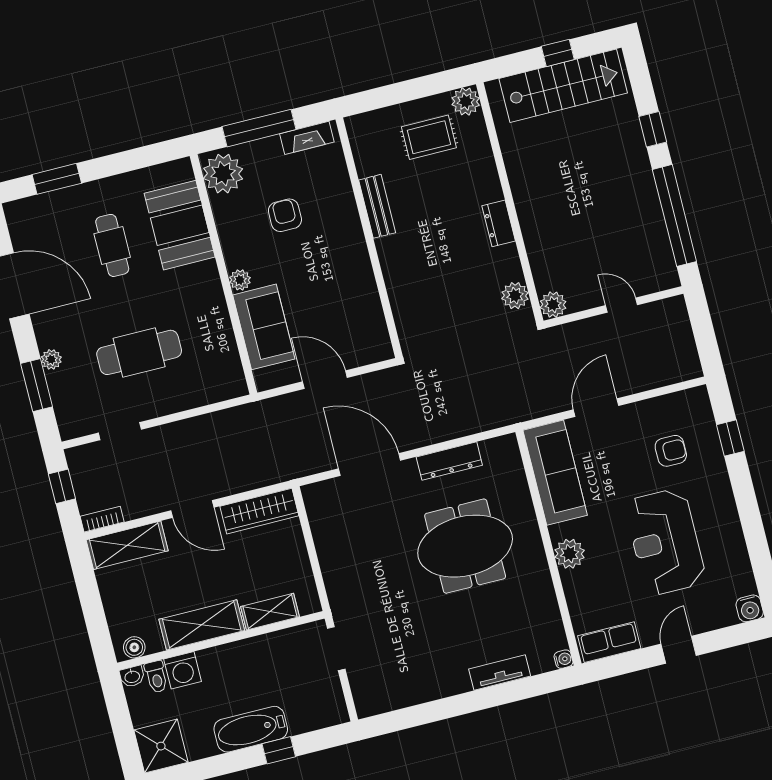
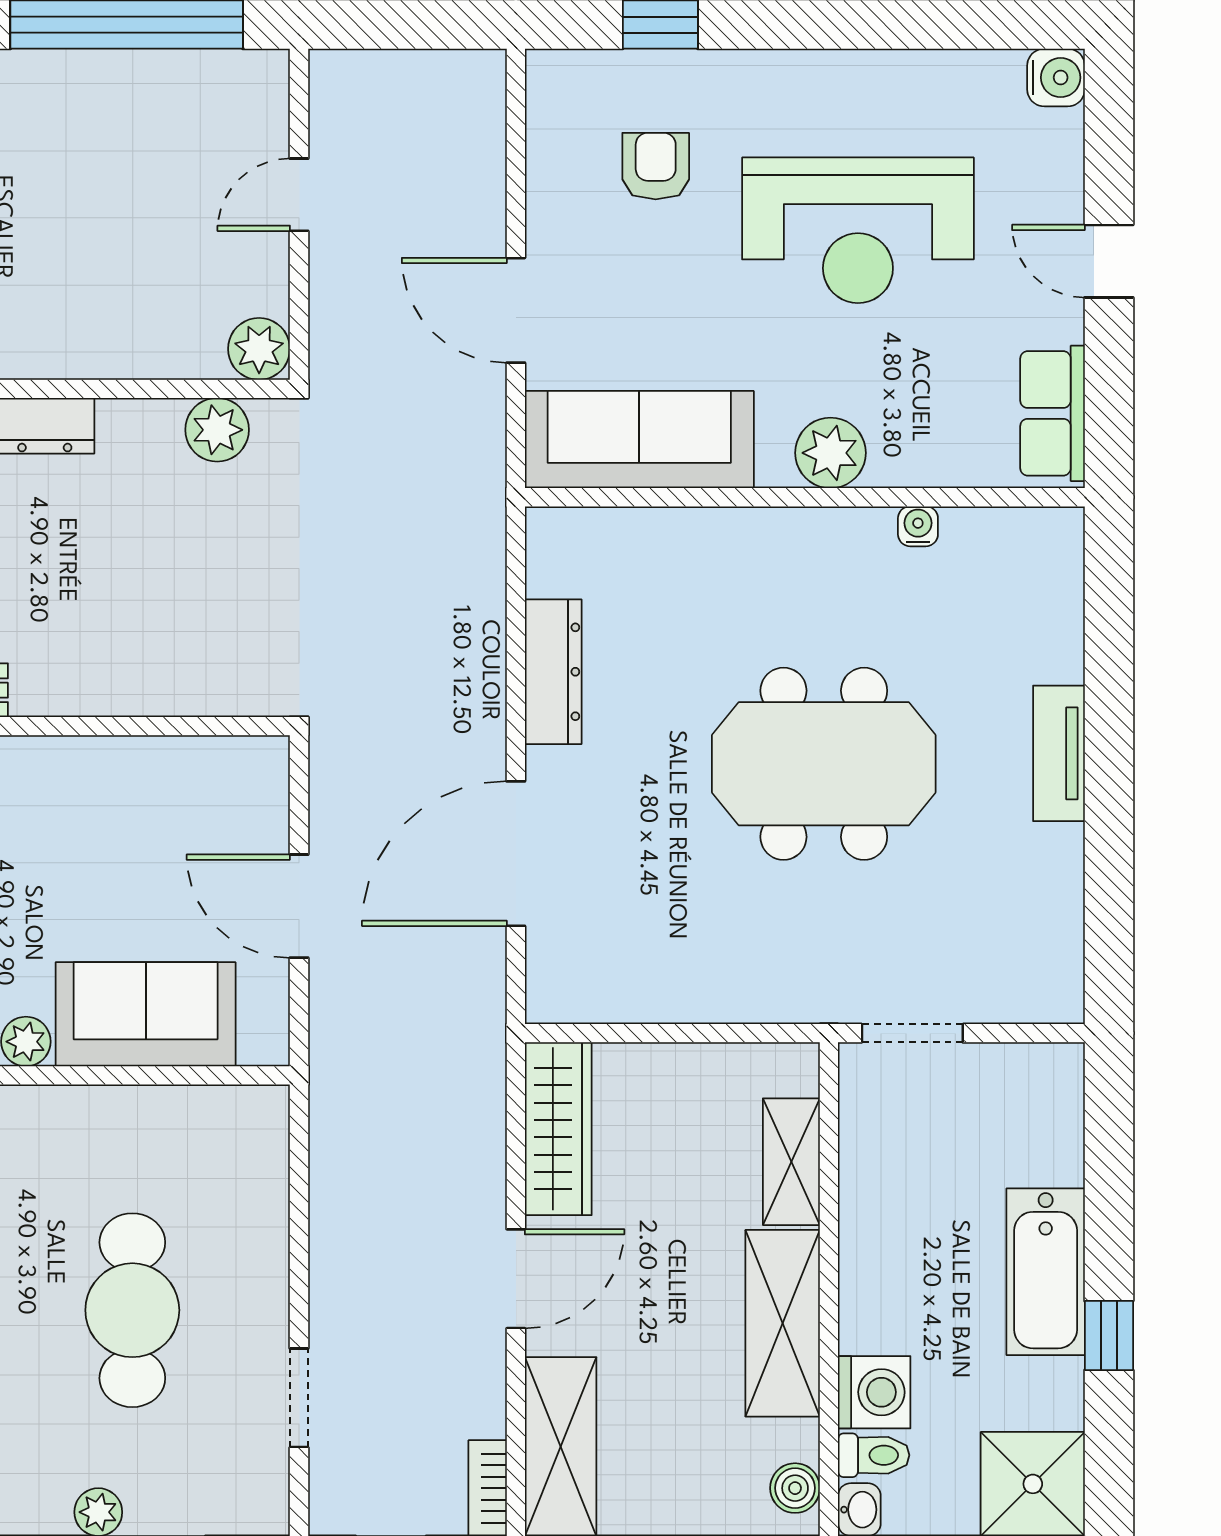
door: (325, 380) -> (299, 906), hinge flipped
meeting table: (465, 546) -> (824, 764), moved, turned 90
water cooler: (564, 659) -> (918, 526), moved
tv unit: (500, 673) -> (1059, 753), moved
window: (279, 750) -> (1109, 1335), moved

